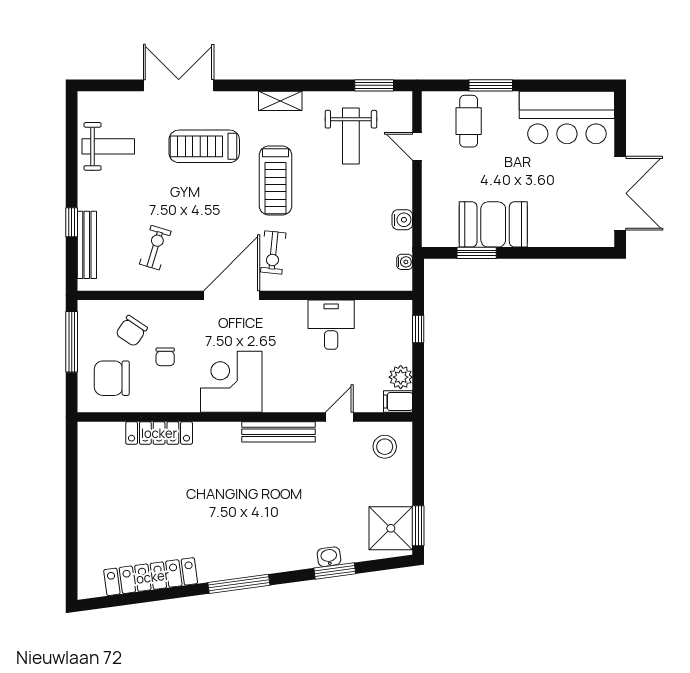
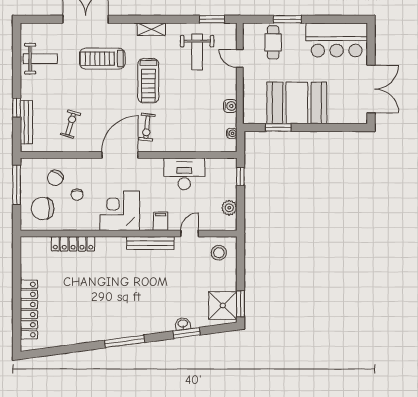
booth: (493, 224) -> (297, 103), width x1.36, depth x1.42
desk: (331, 325) -> (184, 174), width x1.37
filing cabinet: (398, 402) -> (161, 221), moved, turned 90
locker: (151, 577) -> (29, 310), moved, turned 98

